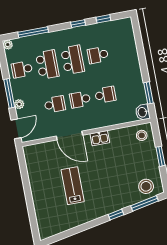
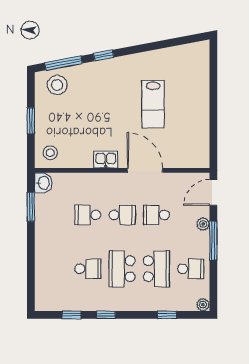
window: (33, 32) -> (167, 315), width x0.46
school desk: (47, 65) -> (156, 269), turned 180

